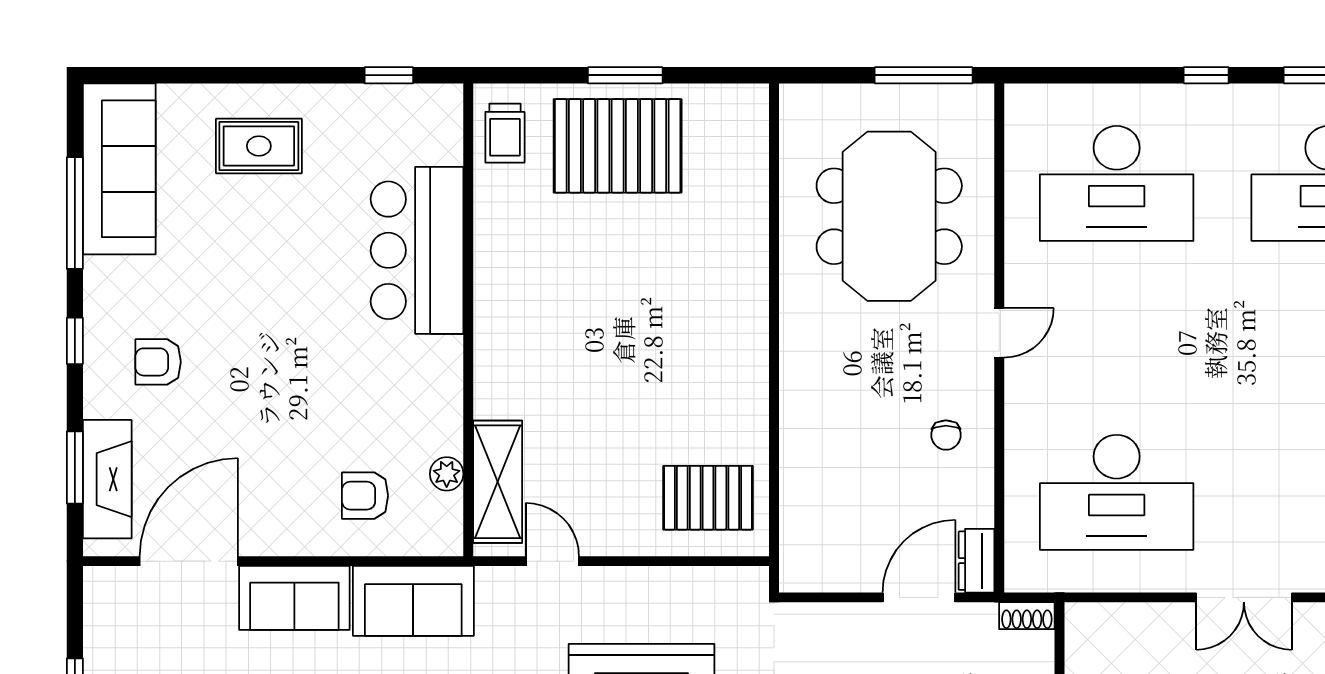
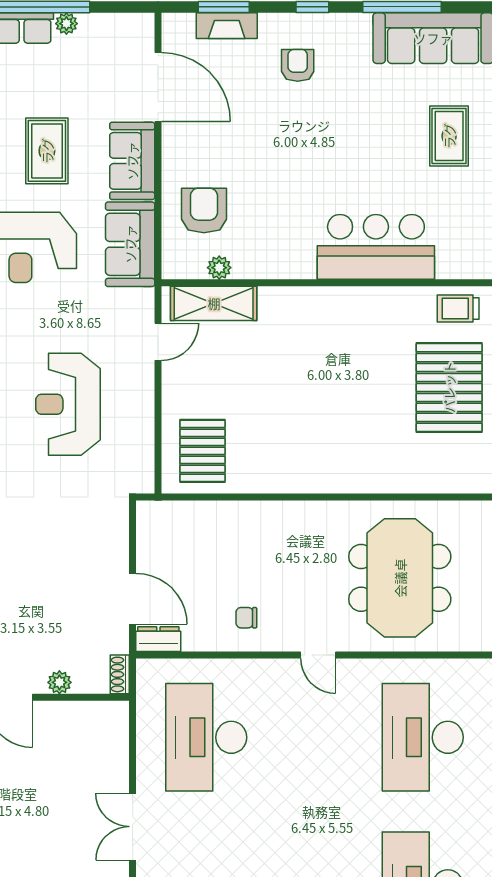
meeting table: (889, 216) -> (400, 578), turned 90
fireplace: (107, 479) -> (227, 26), width x0.73, depth x0.76
armchair: (365, 496) -> (204, 210), width x1.38, depth x1.38

